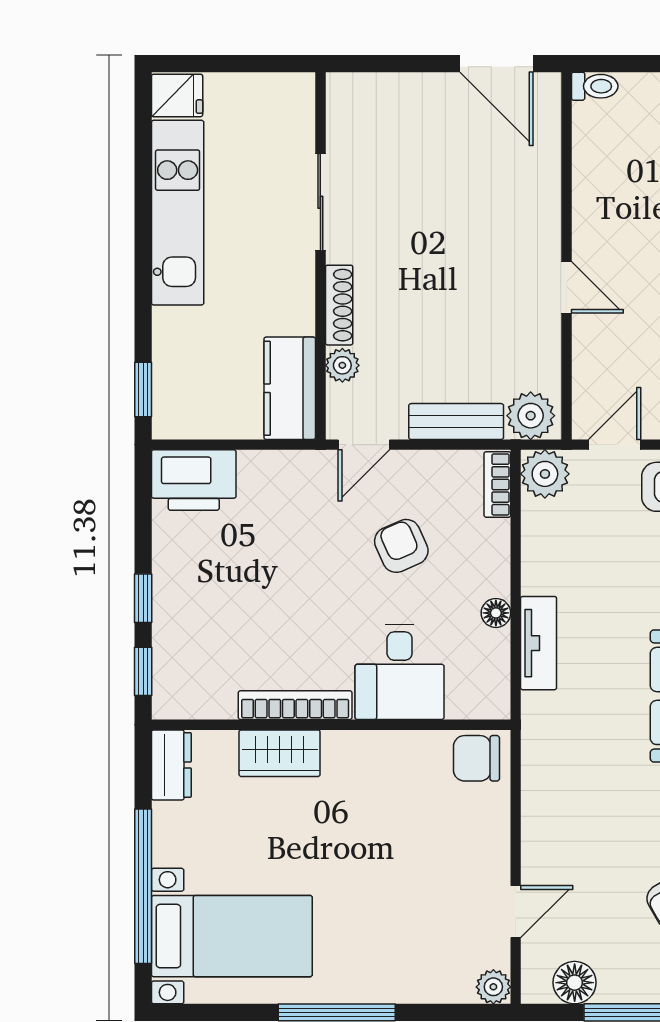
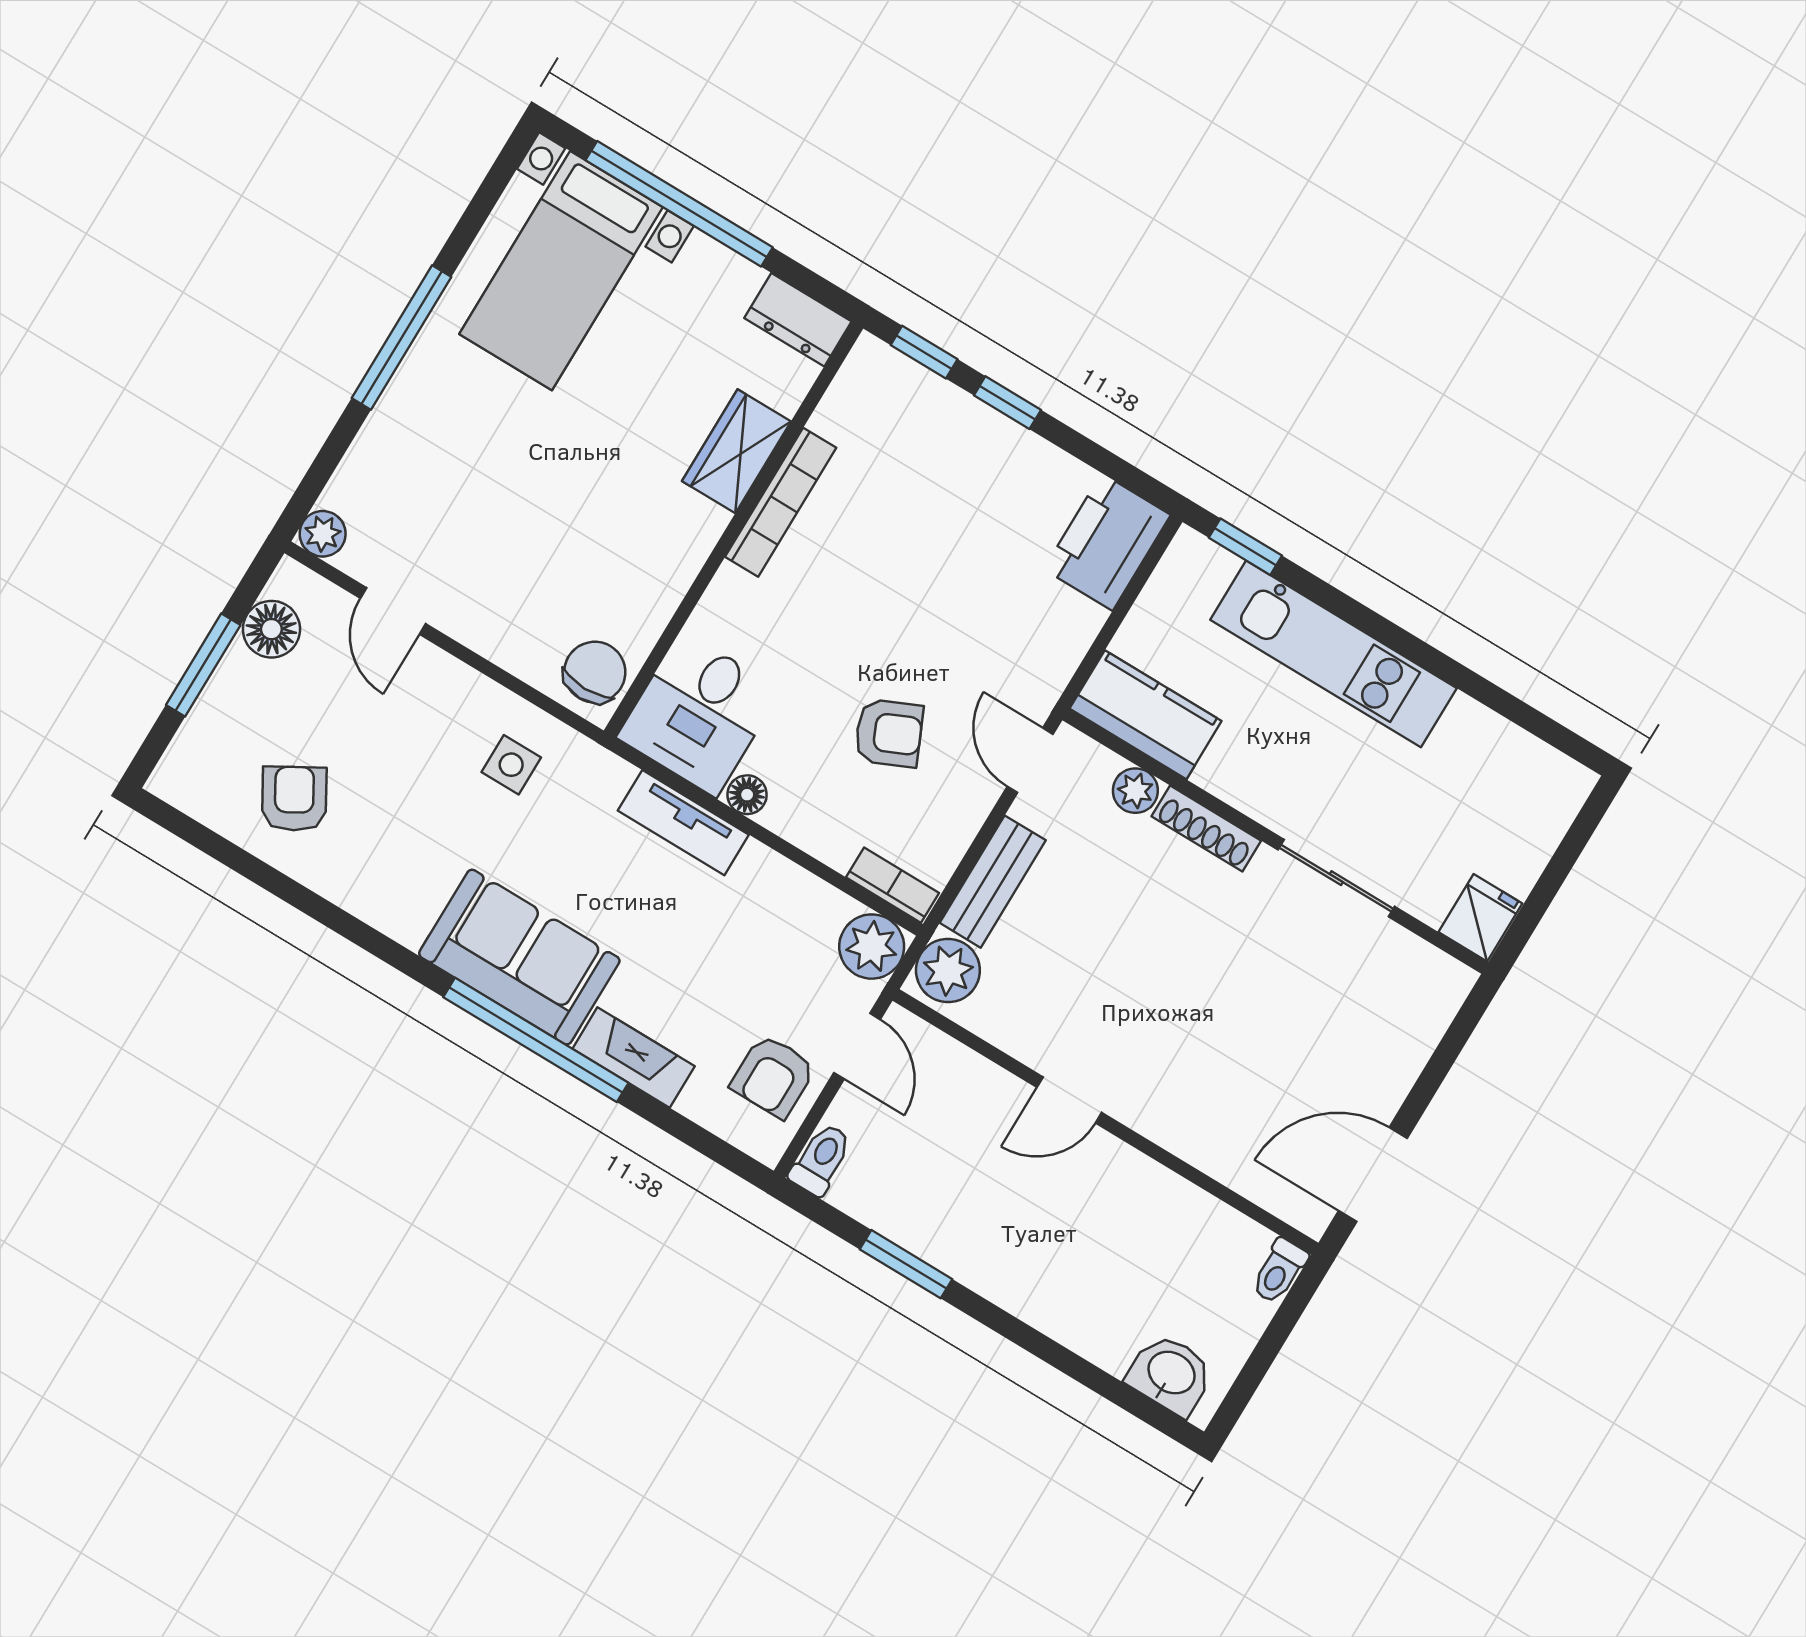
fridge: (177, 95) -> (1480, 918), moved, turned 180
kitchen unit: (178, 213) -> (1333, 654), moved
desk: (400, 672) -> (699, 714), moved, turned -90
side table: (568, 776) -> (511, 765), added

